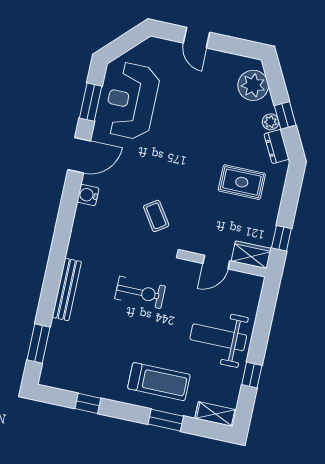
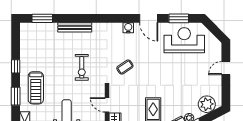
window: (88, 403) -> (16, 66), moved

